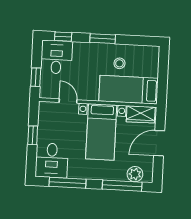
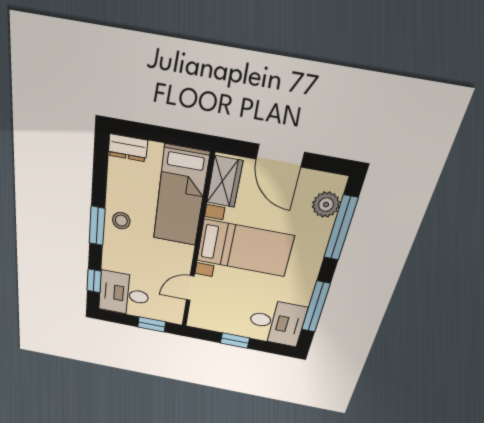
dresser: (153, 57) -> (128, 148), added
stool: (119, 63) -> (121, 221), moved

